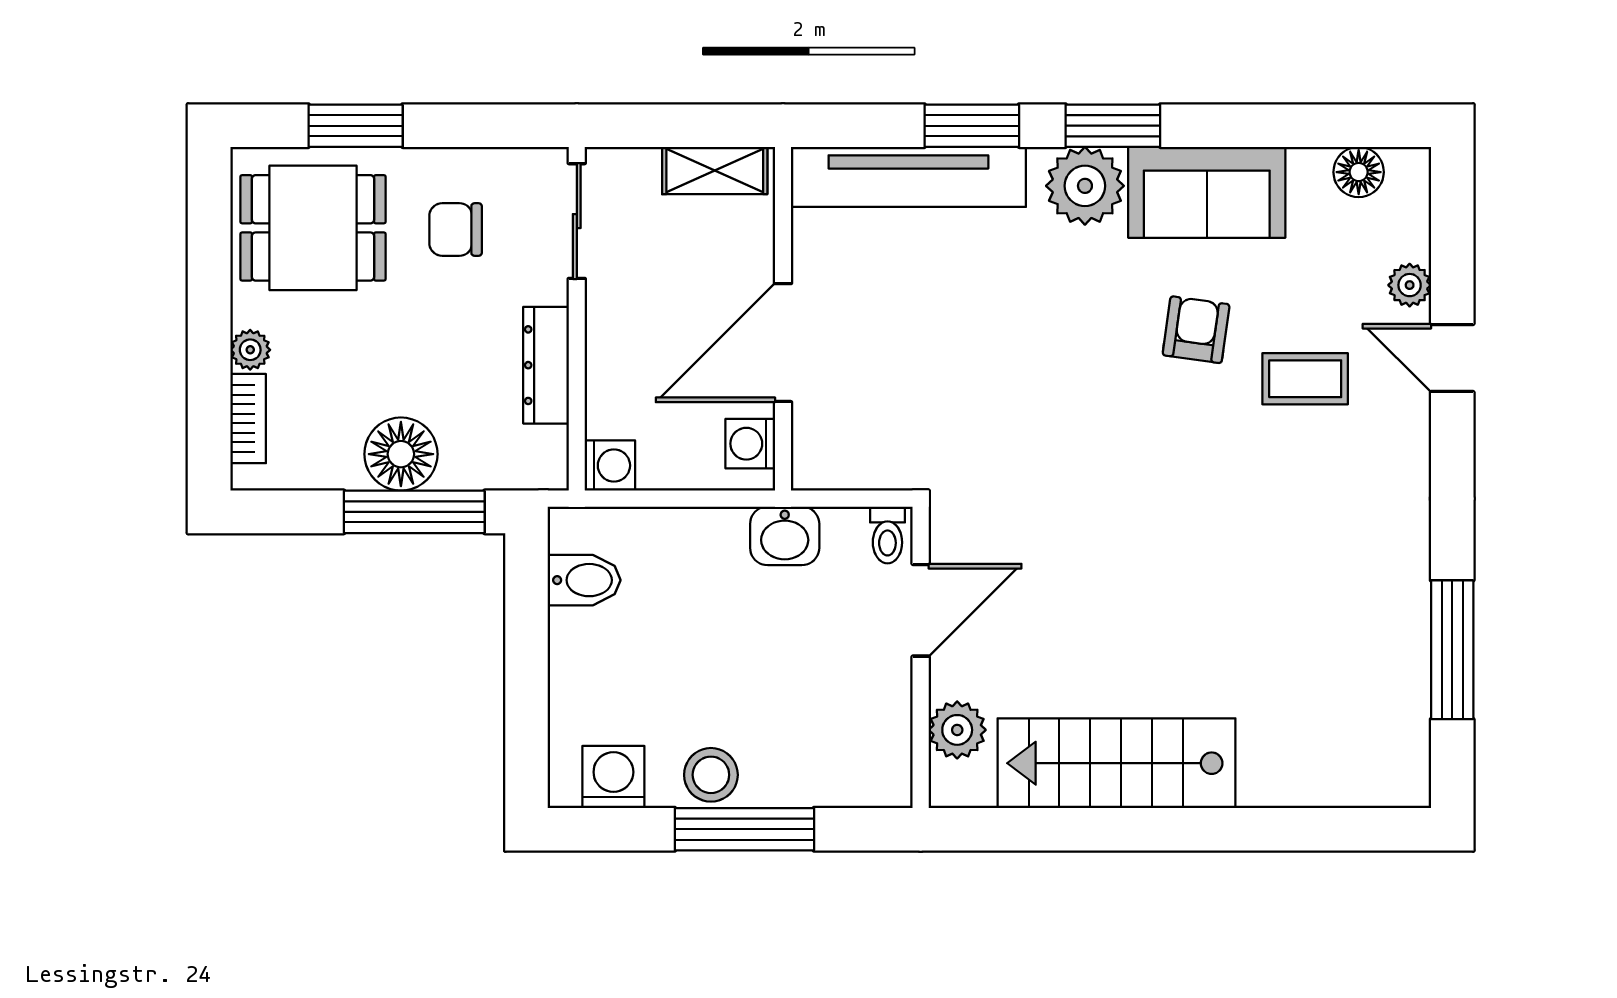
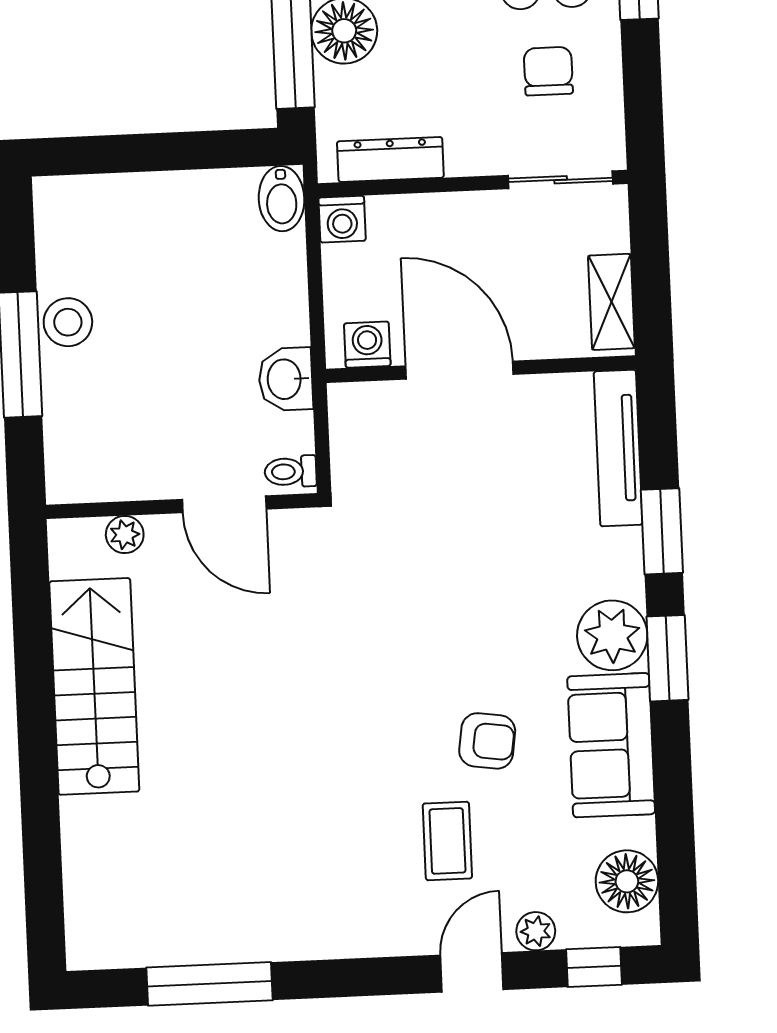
floor lamp: (1359, 172) -> (627, 881), width x1.38, depth x1.38
tv unit: (908, 177) -> (618, 448), width x0.73, depth x0.78
window: (1452, 222) -> (594, 967), added
dresser: (546, 365) -> (390, 159), moved
bidet: (584, 580) -> (282, 199), moved
plant: (957, 730) -> (125, 535), width x0.73, depth x0.73
washing machine: (613, 777) -> (62, 235), removed

